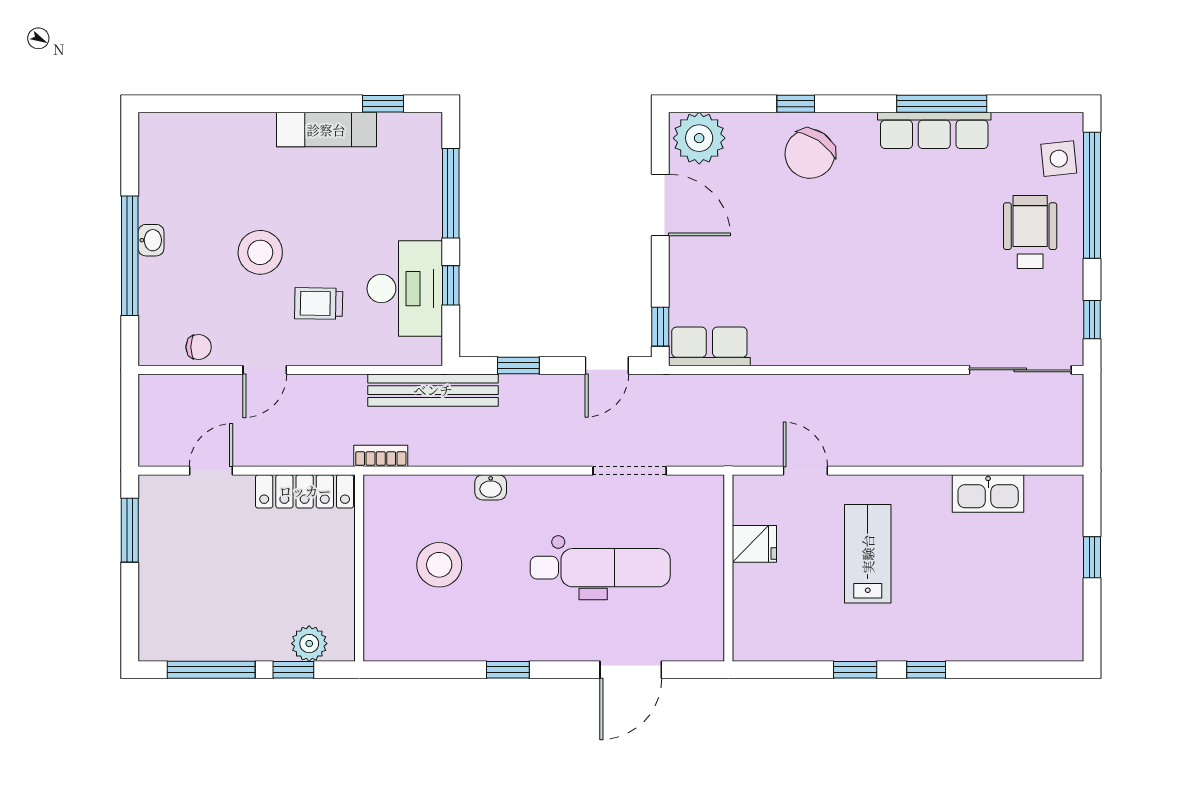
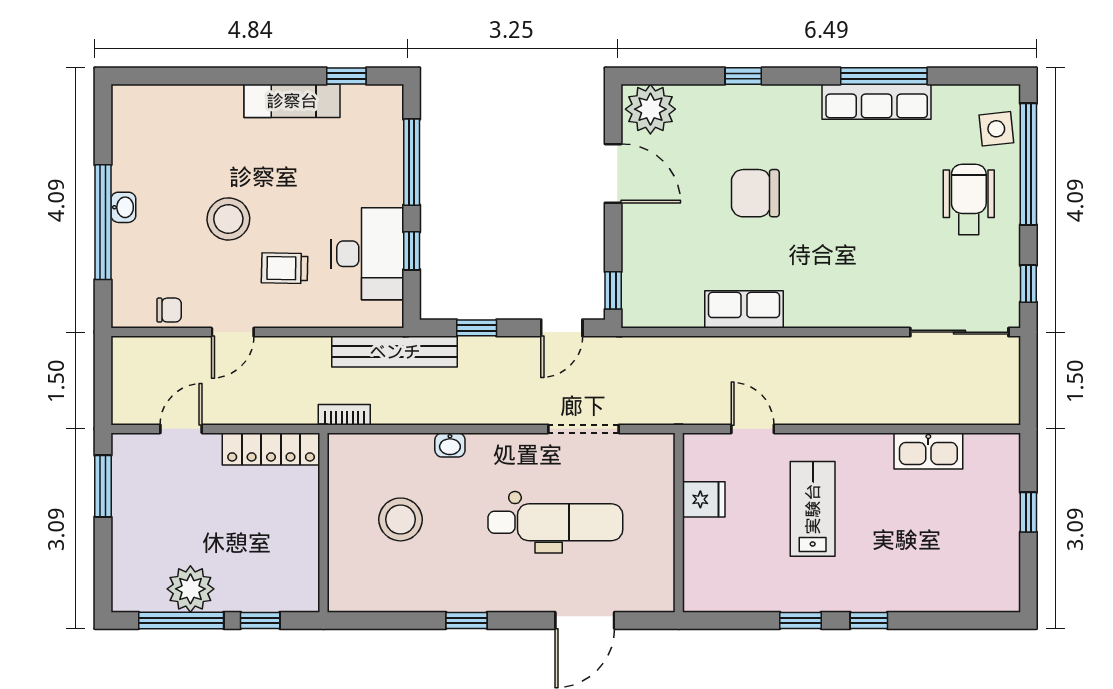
chair: (810, 154) -> (755, 193), moved, turned 56
row of seats: (709, 346) -> (744, 309), moved
plant: (309, 644) -> (190, 589), moved, width x1.36, depth x1.36

